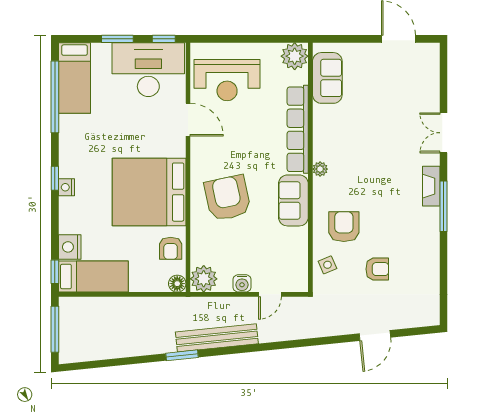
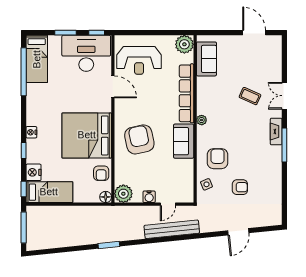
coffee table: (392, 133) -> (250, 96), added
window: (55, 178) -> (24, 150), moved
bench: (217, 338) -> (172, 229), moved

